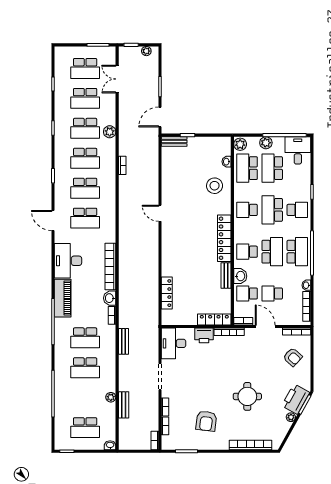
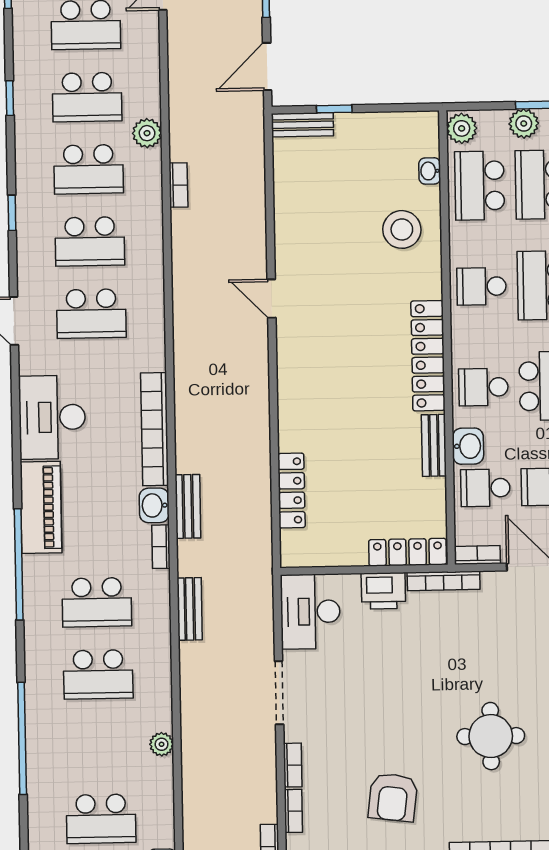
plant: (110, 132) -> (147, 133), moved
bench: (124, 405) -> (188, 506), moved

